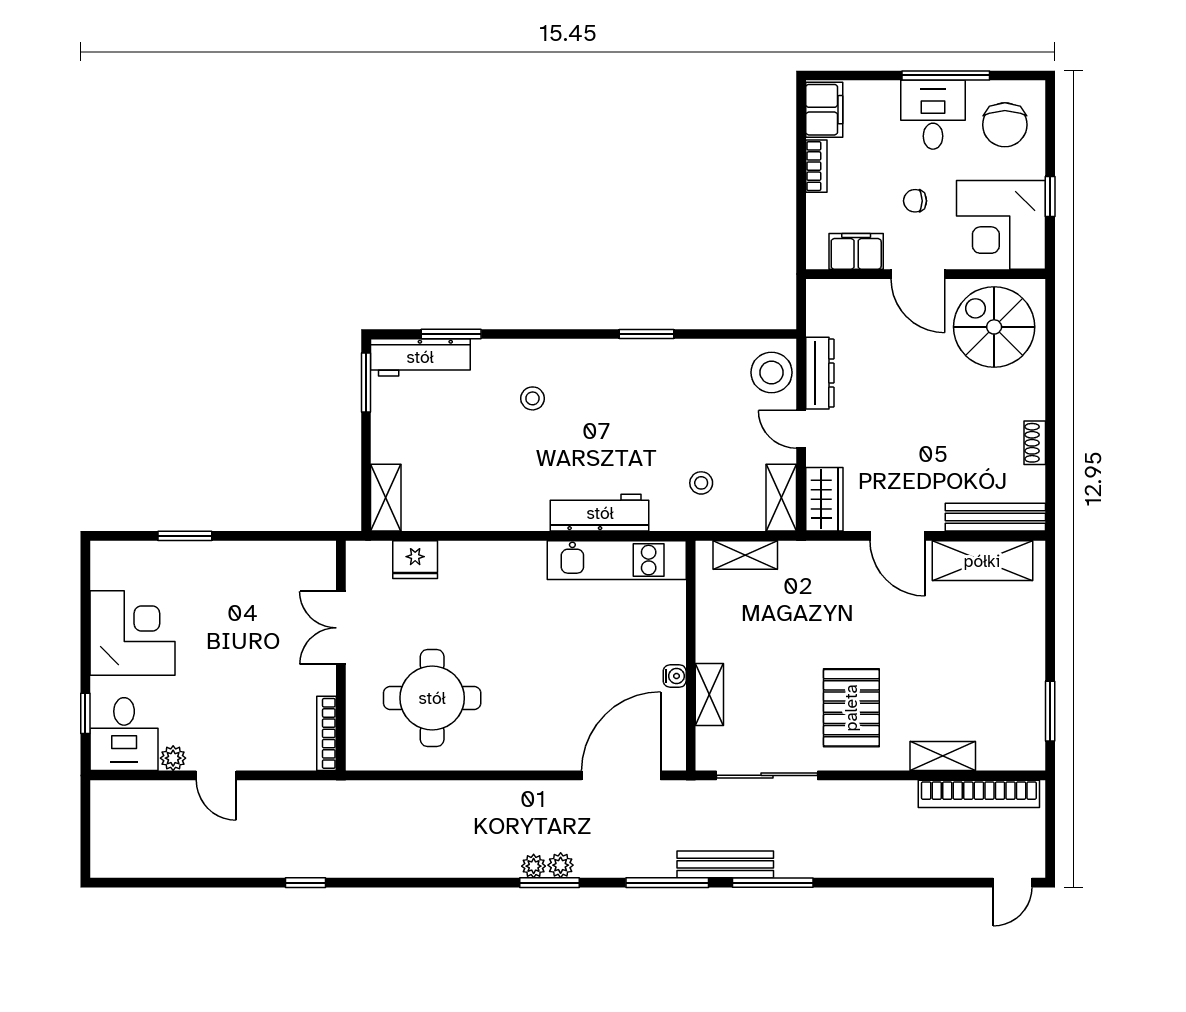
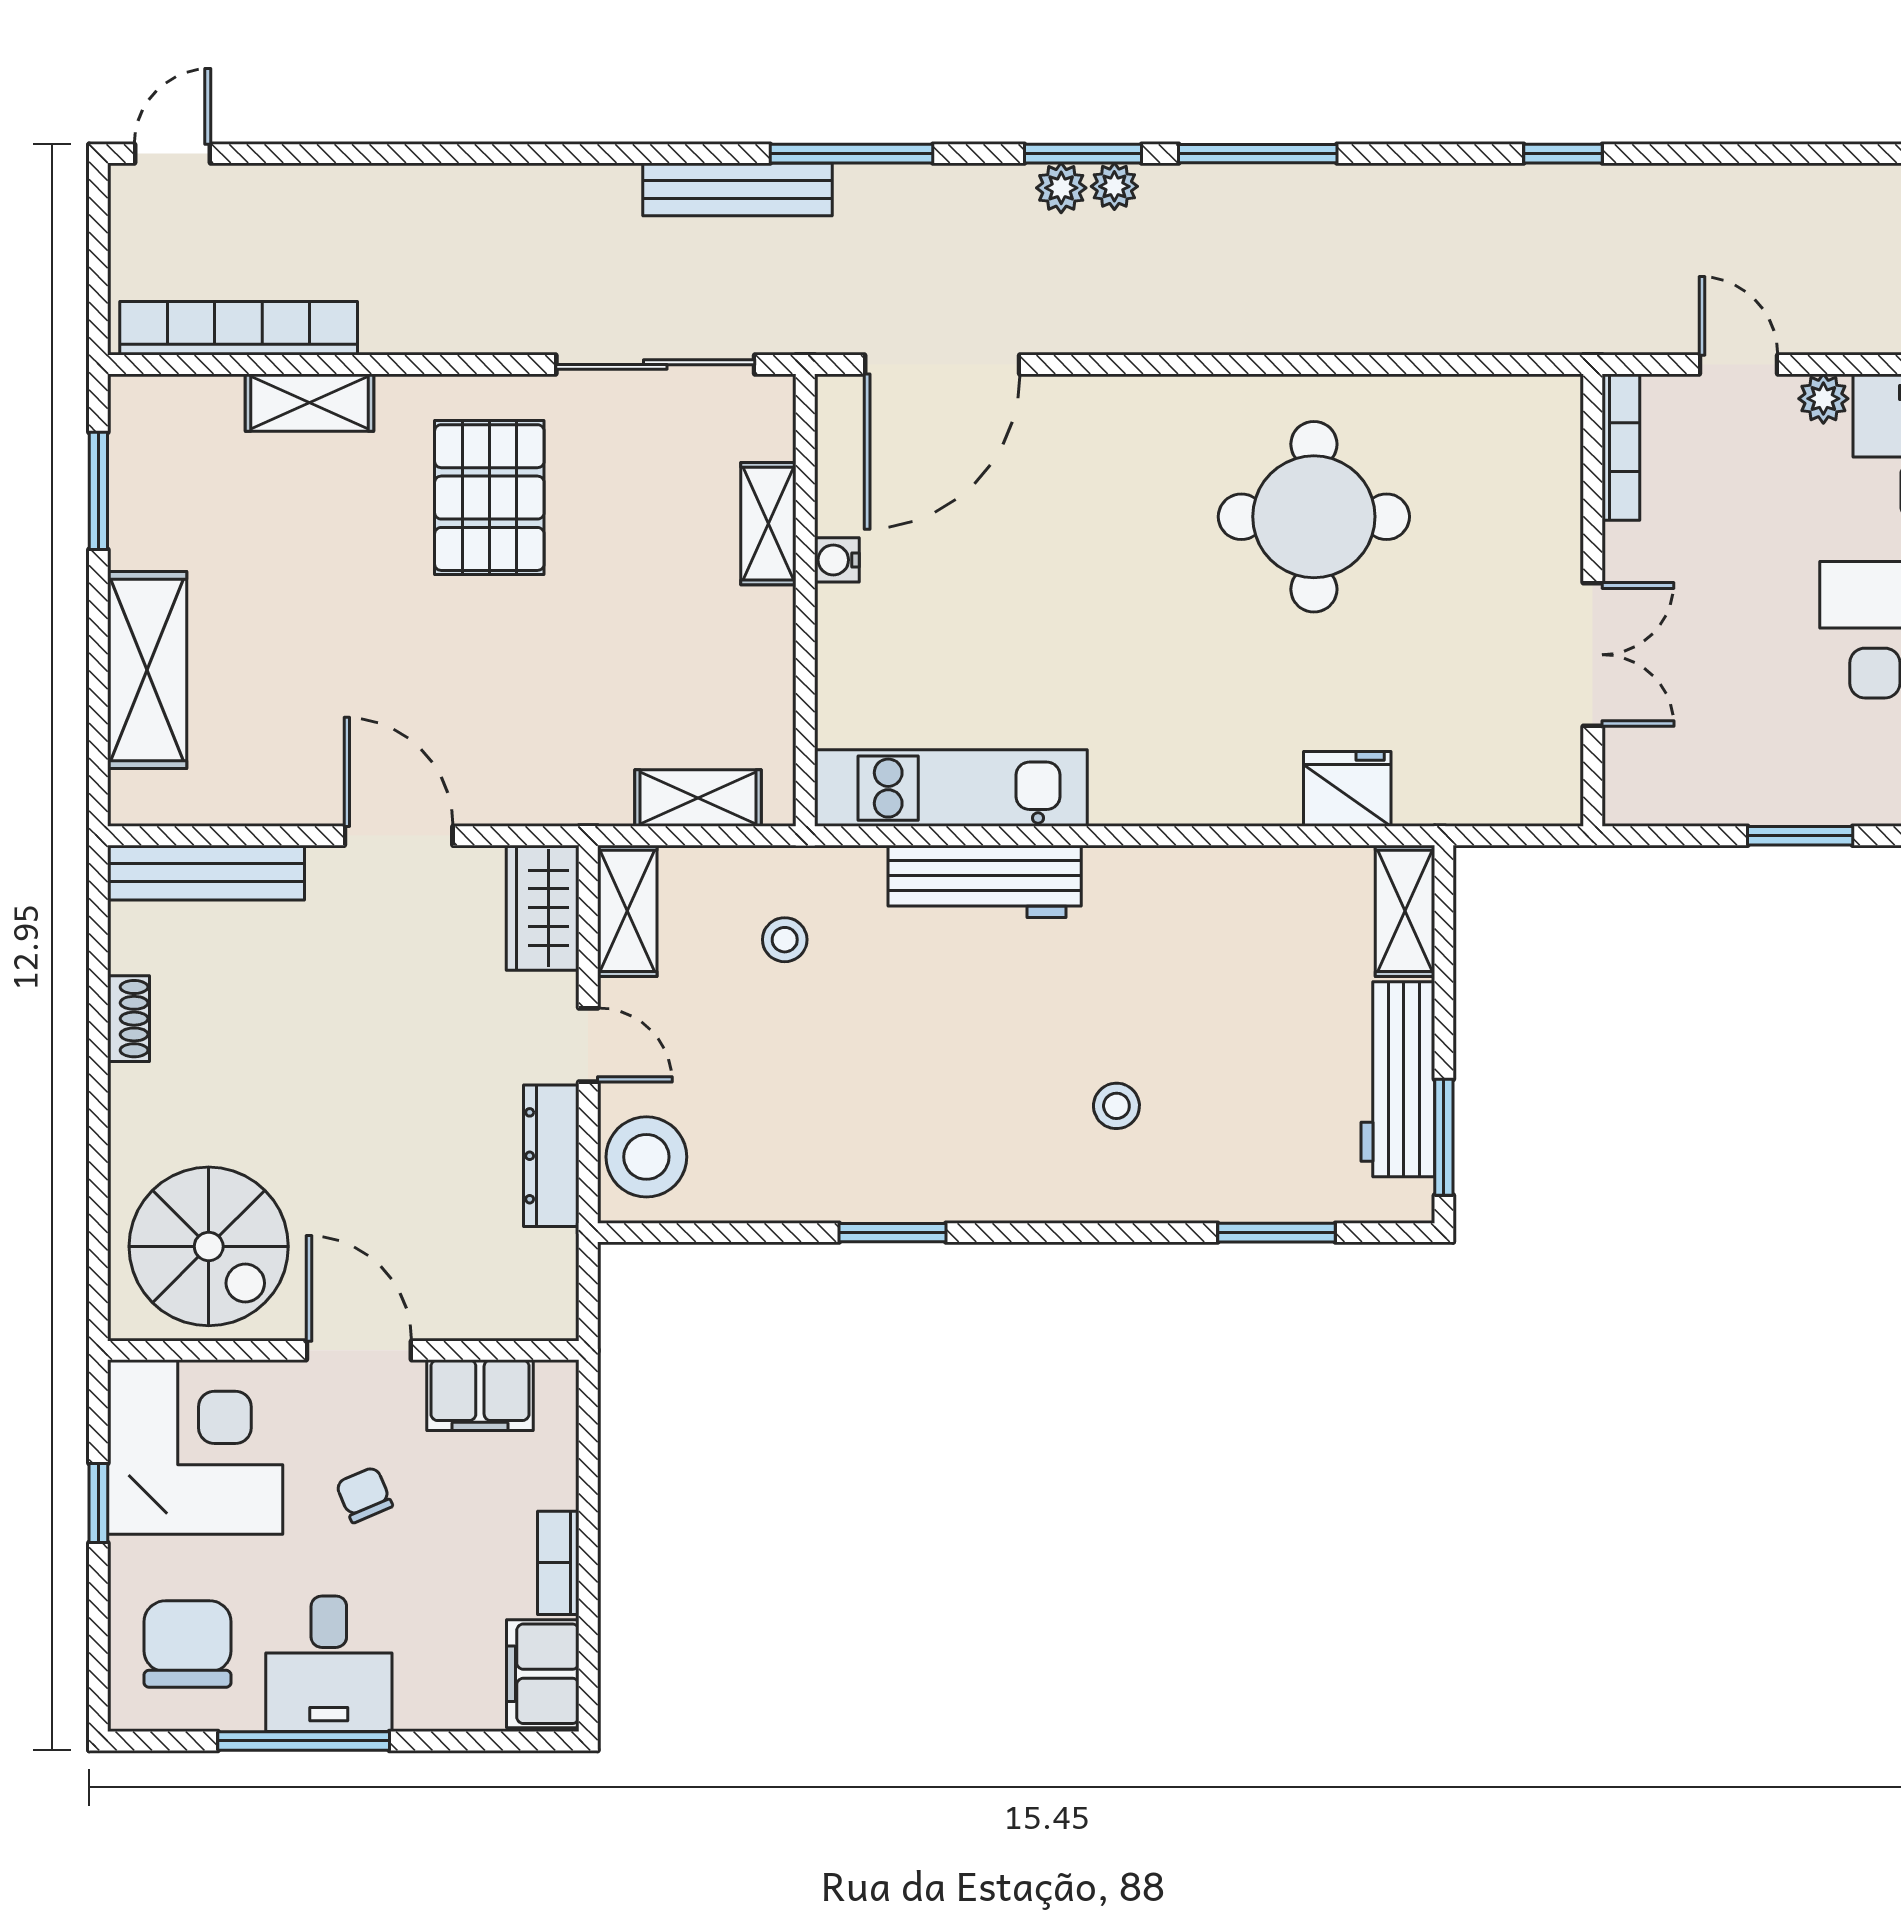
chair: (915, 201) -> (364, 1495), turned -113
workbench: (420, 357) -> (1398, 1079), moved, turned -90
shelving: (982, 561) -> (147, 670), moved, turned 90
double door: (341, 628) -> (1593, 655), moved
wall: (341, 656) -> (1593, 600), moved
bookcase: (327, 733) -> (1621, 447), moved
window: (773, 883) -> (1258, 154), moved

